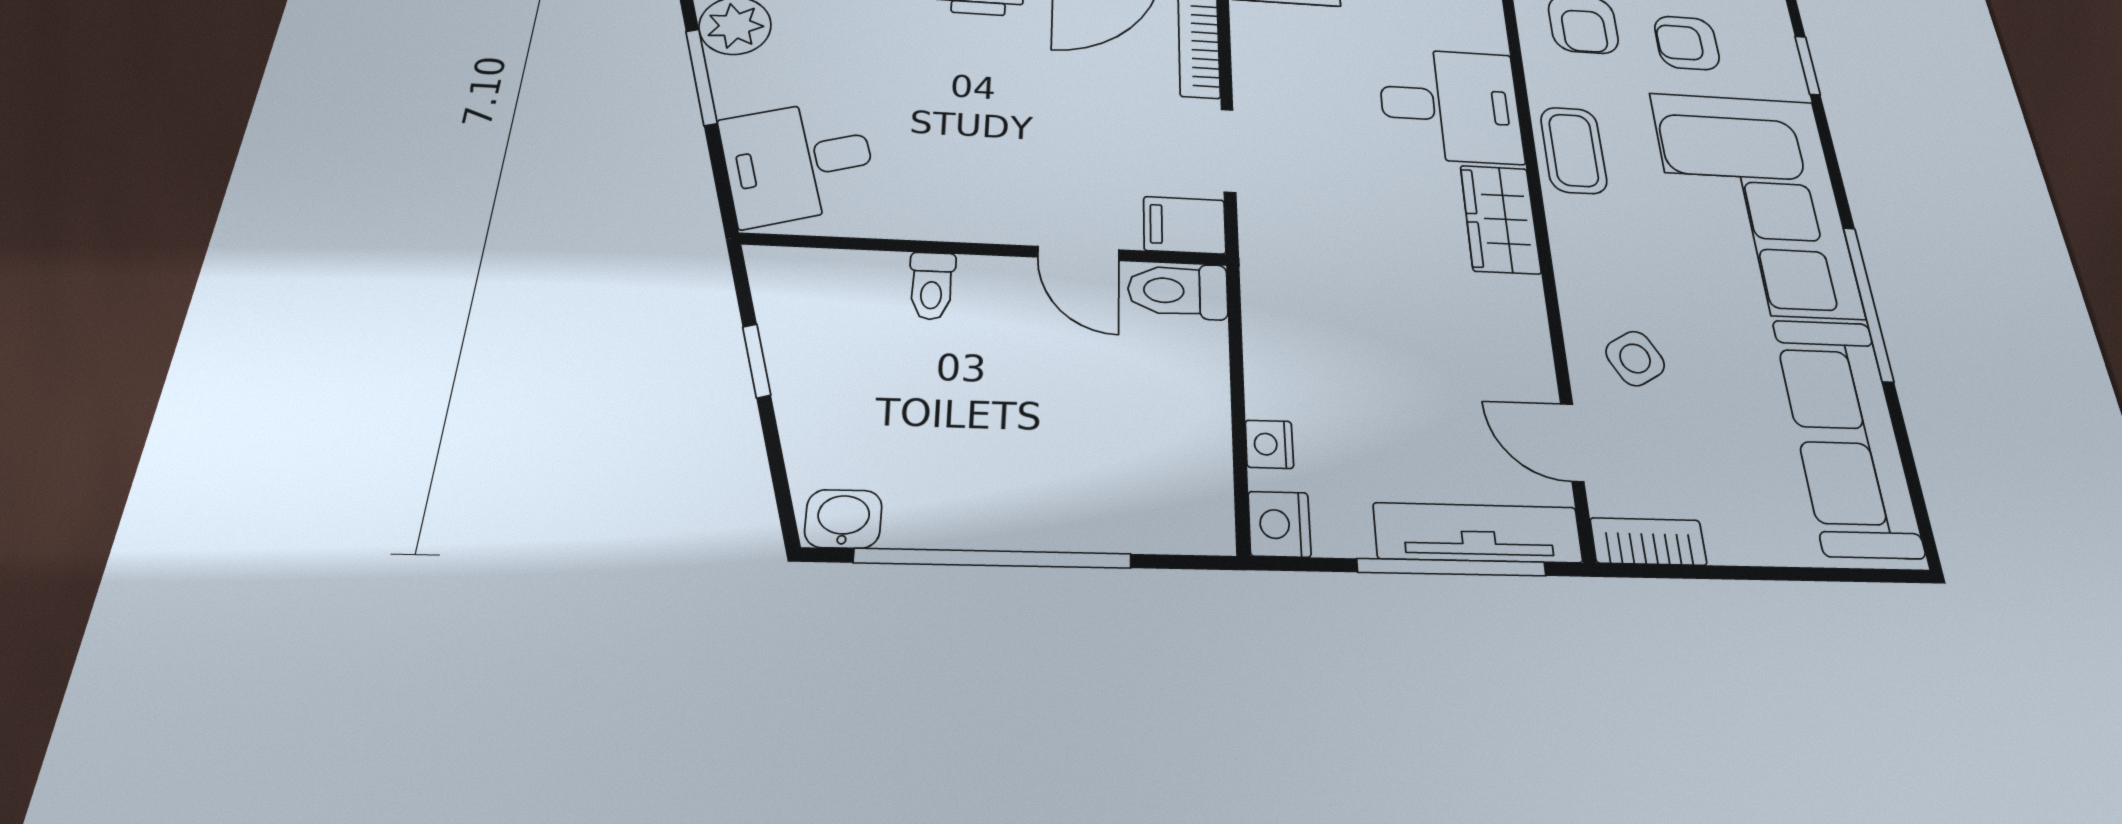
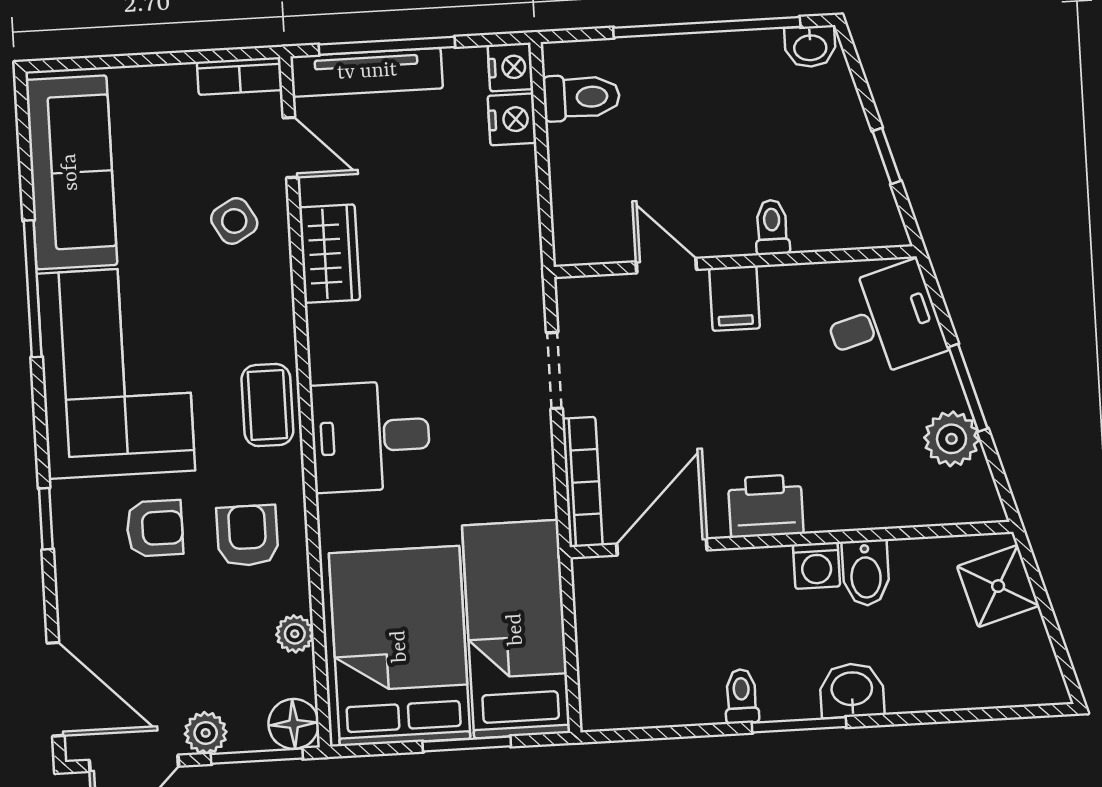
wardrobe: (1500, 219) -> (329, 254), moved
filing cabinet: (1185, 225) -> (735, 298), moved, turned 90
toilet: (1178, 291) -> (581, 97), moved
nightstand: (1269, 444) -> (512, 119), width x1.39, depth x1.35

